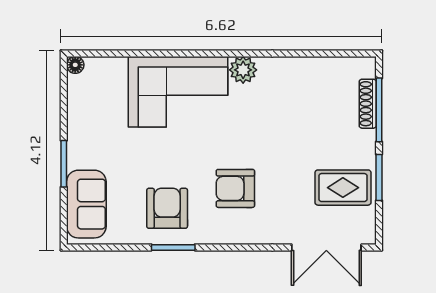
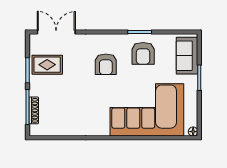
plant: (243, 70) -> (102, 129), removed
corner sofa: (178, 92) -> (147, 110), width x1.36, depth x1.36
armchair: (235, 188) -> (106, 64), turned 90

